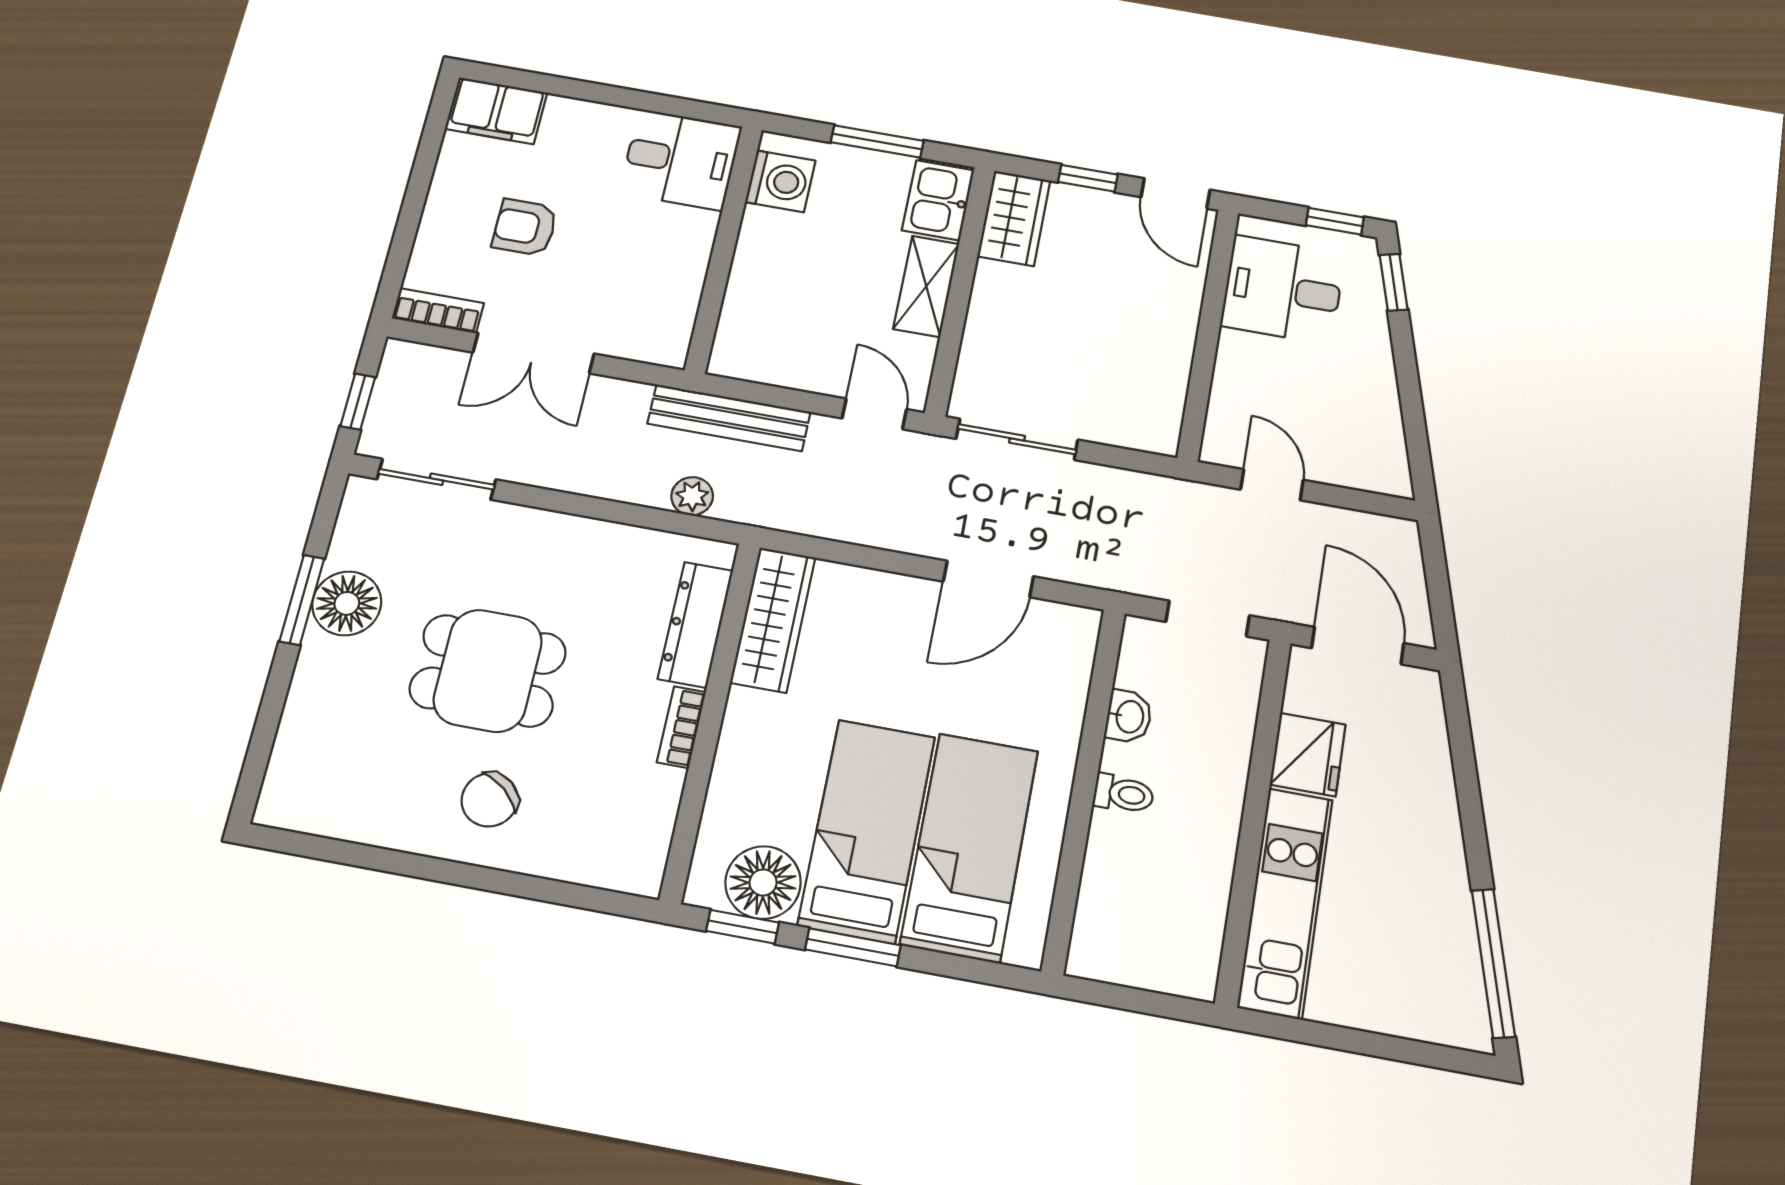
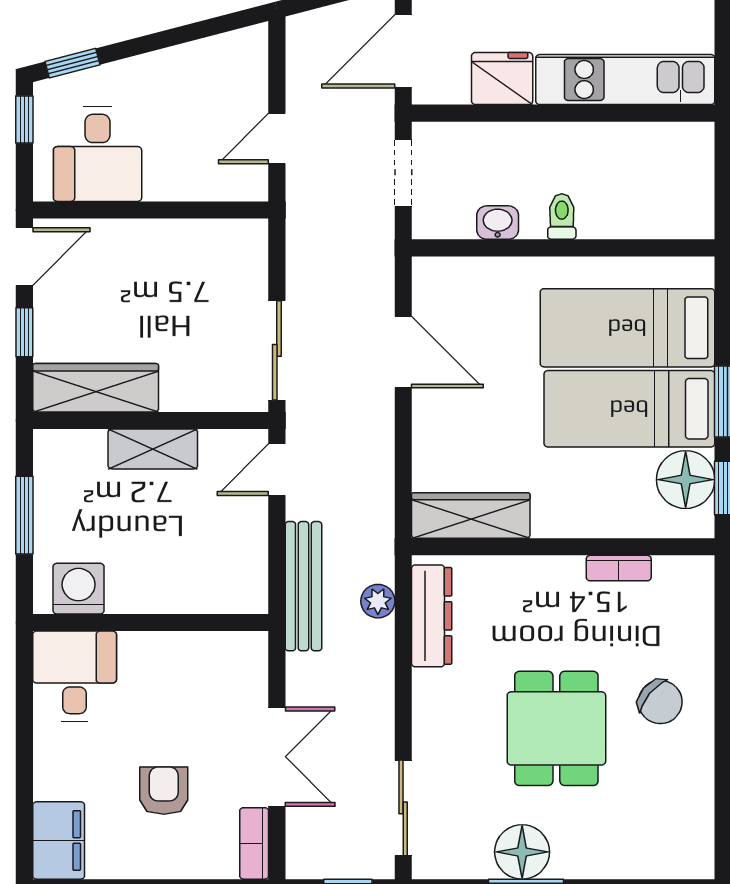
kitchen sink: (938, 200) -> (70, 454), removed
wardrobe: (1014, 218) -> (96, 388), width x1.50
armchair: (525, 227) -> (164, 791), turned 180
dresser: (696, 625) -> (432, 616), moved, turned -90
bookcase: (681, 727) -> (619, 568), moved

